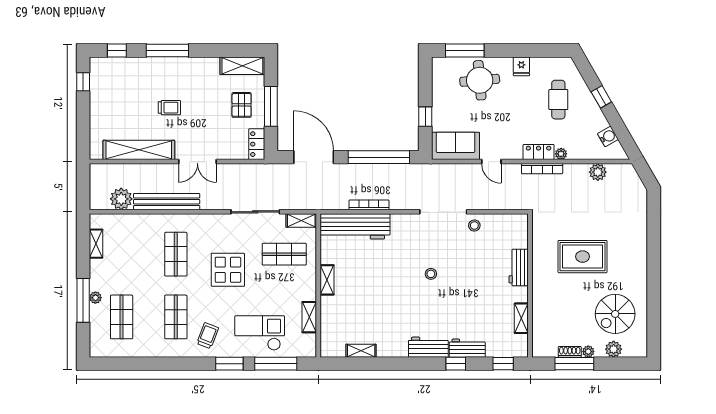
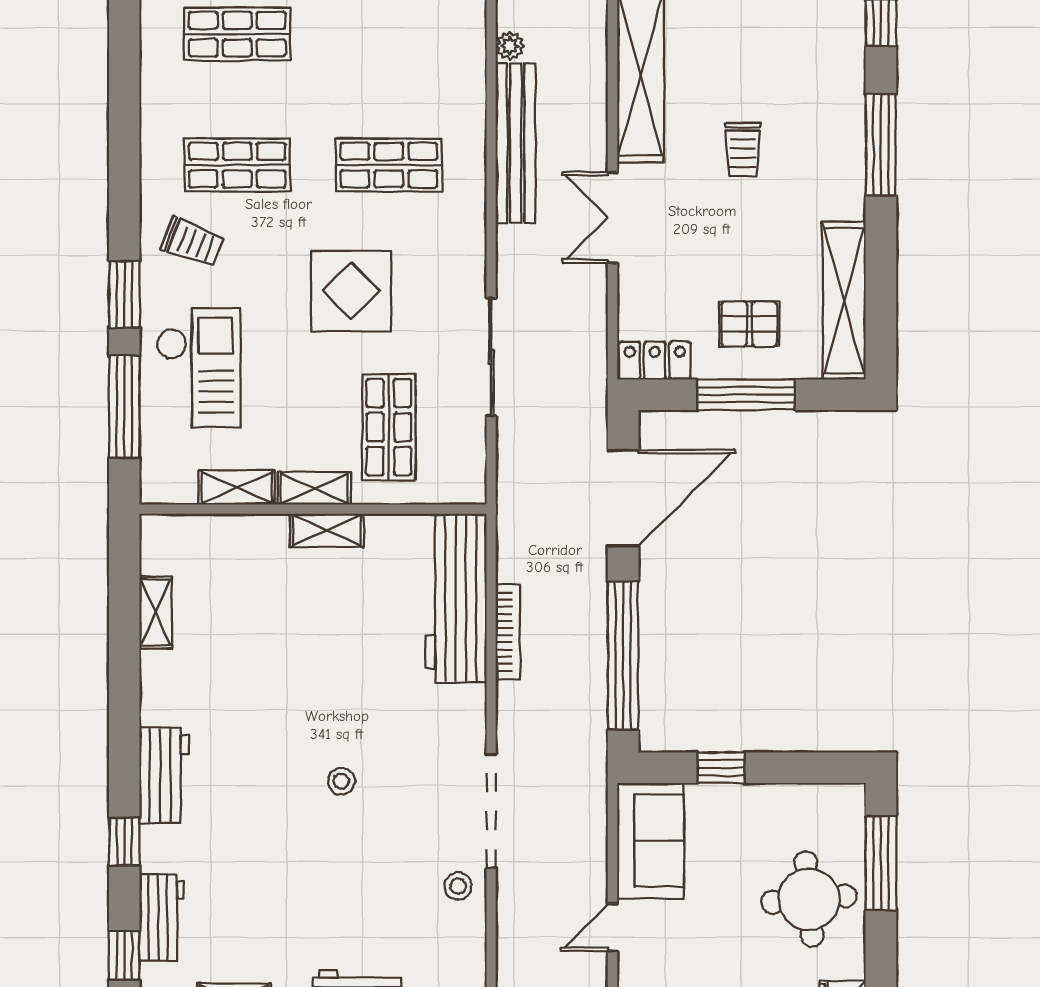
shelving: (242, 66) -> (844, 301), width x1.47
plant: (121, 199) -> (510, 46), width x0.53, depth x0.53
shelving: (301, 220) -> (314, 488), moved, turned 90
workbench: (467, 348) -> (162, 918), moved

